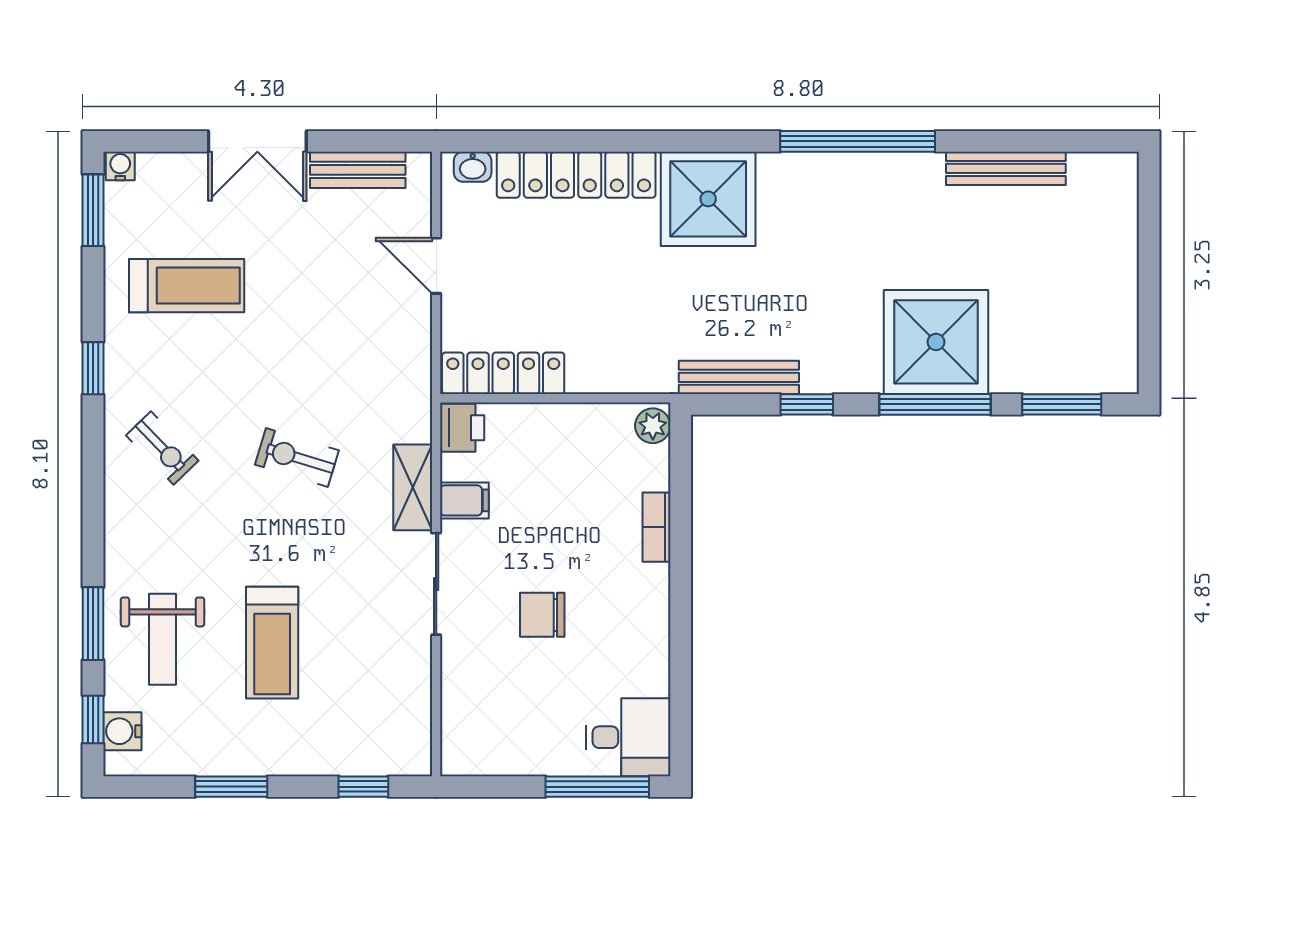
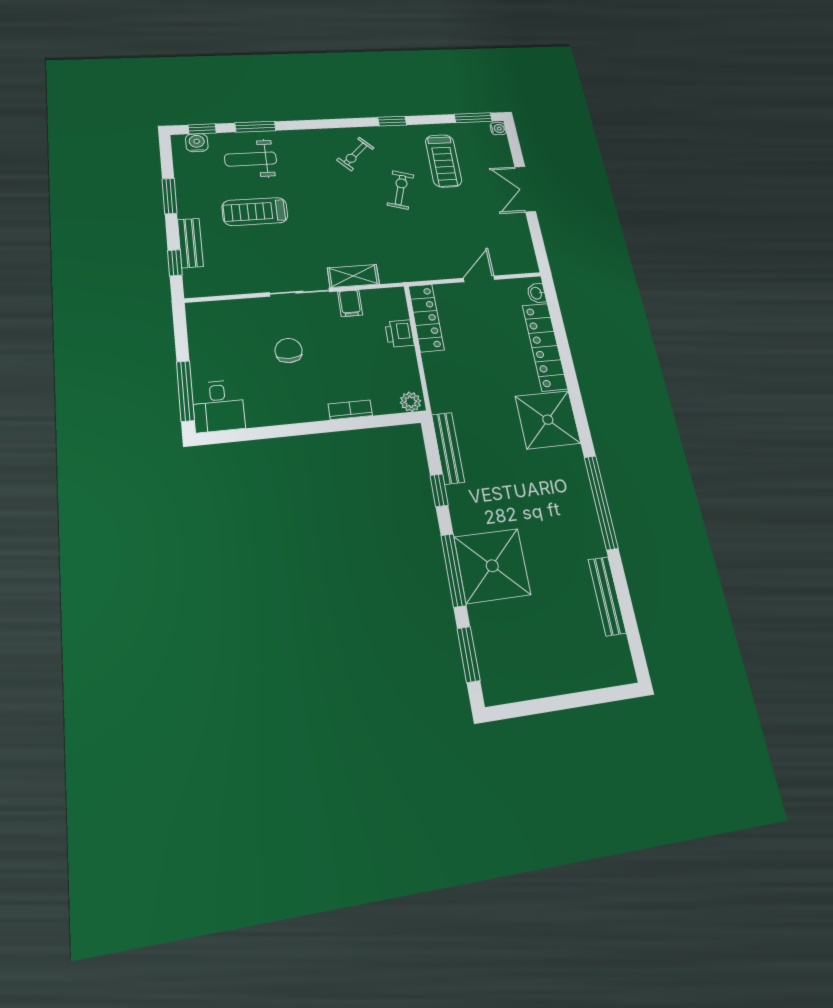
bench: (358, 170) -> (190, 243), moved
printer: (462, 428) -> (399, 334), moved, turned 90
exercise bike: (297, 457) -> (400, 190), moved

